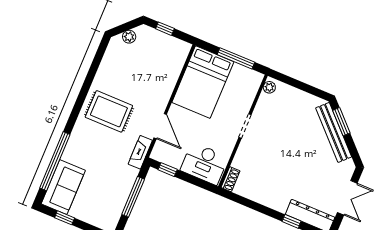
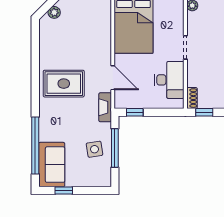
desk: (204, 164) -> (169, 80), moved, turned -90
side table: (112, 190) -> (94, 149), added
window: (237, 198) -> (204, 112), added

